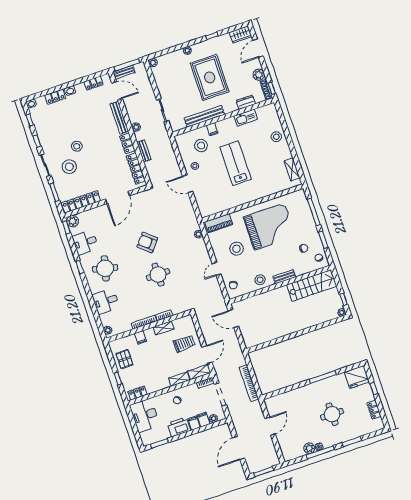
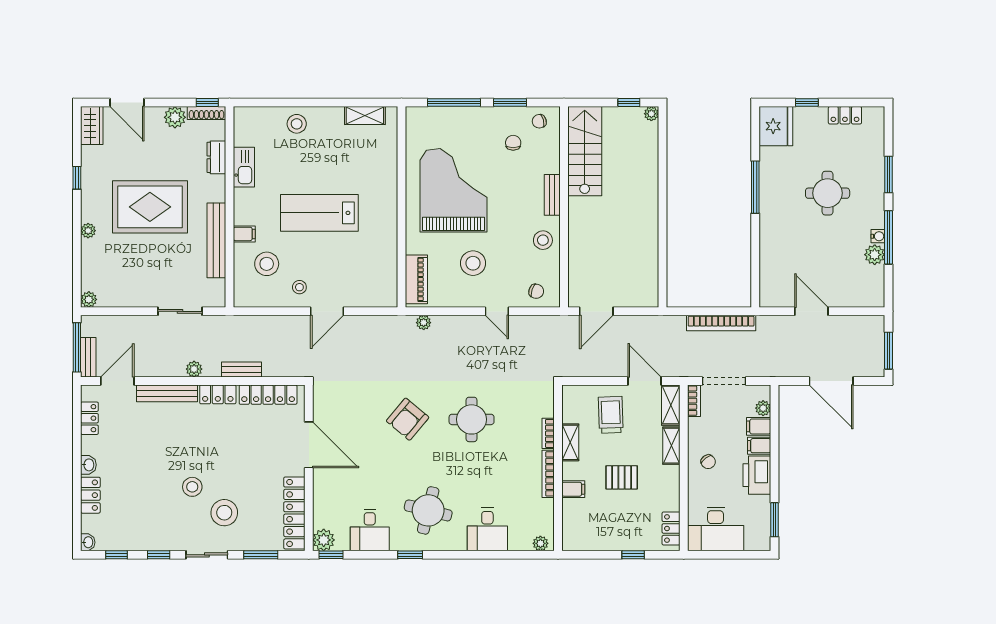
pallet: (124, 359) -> (622, 477), moved

